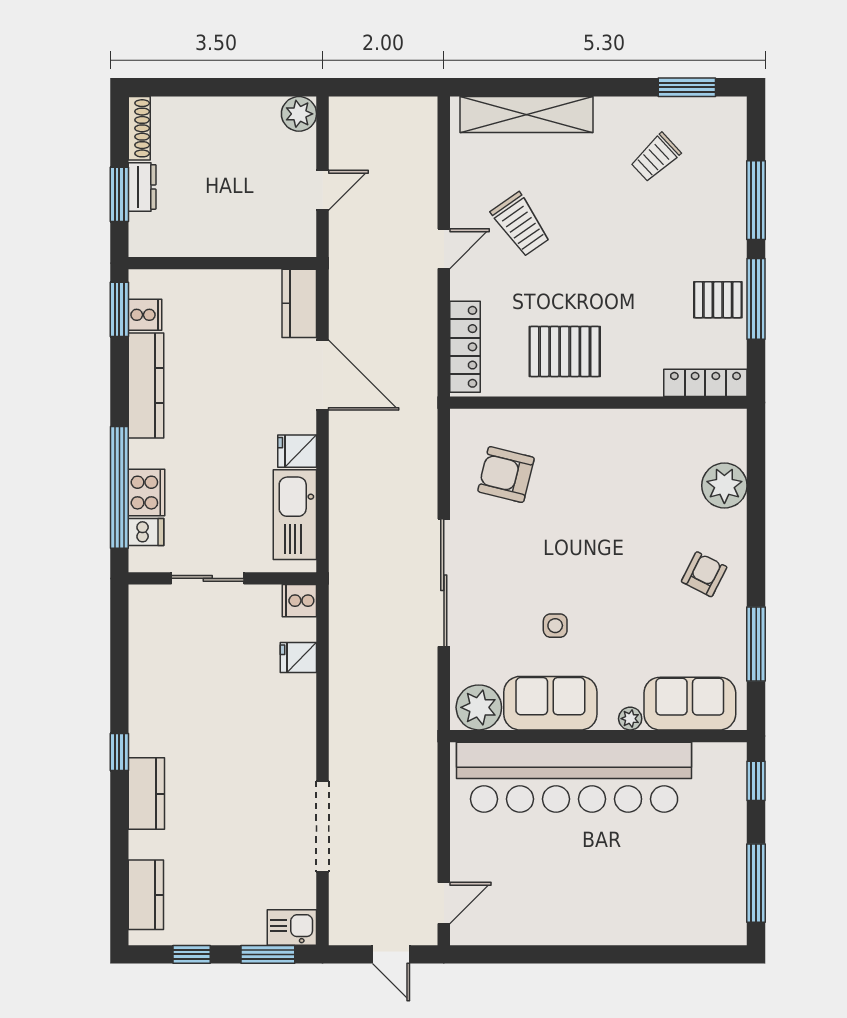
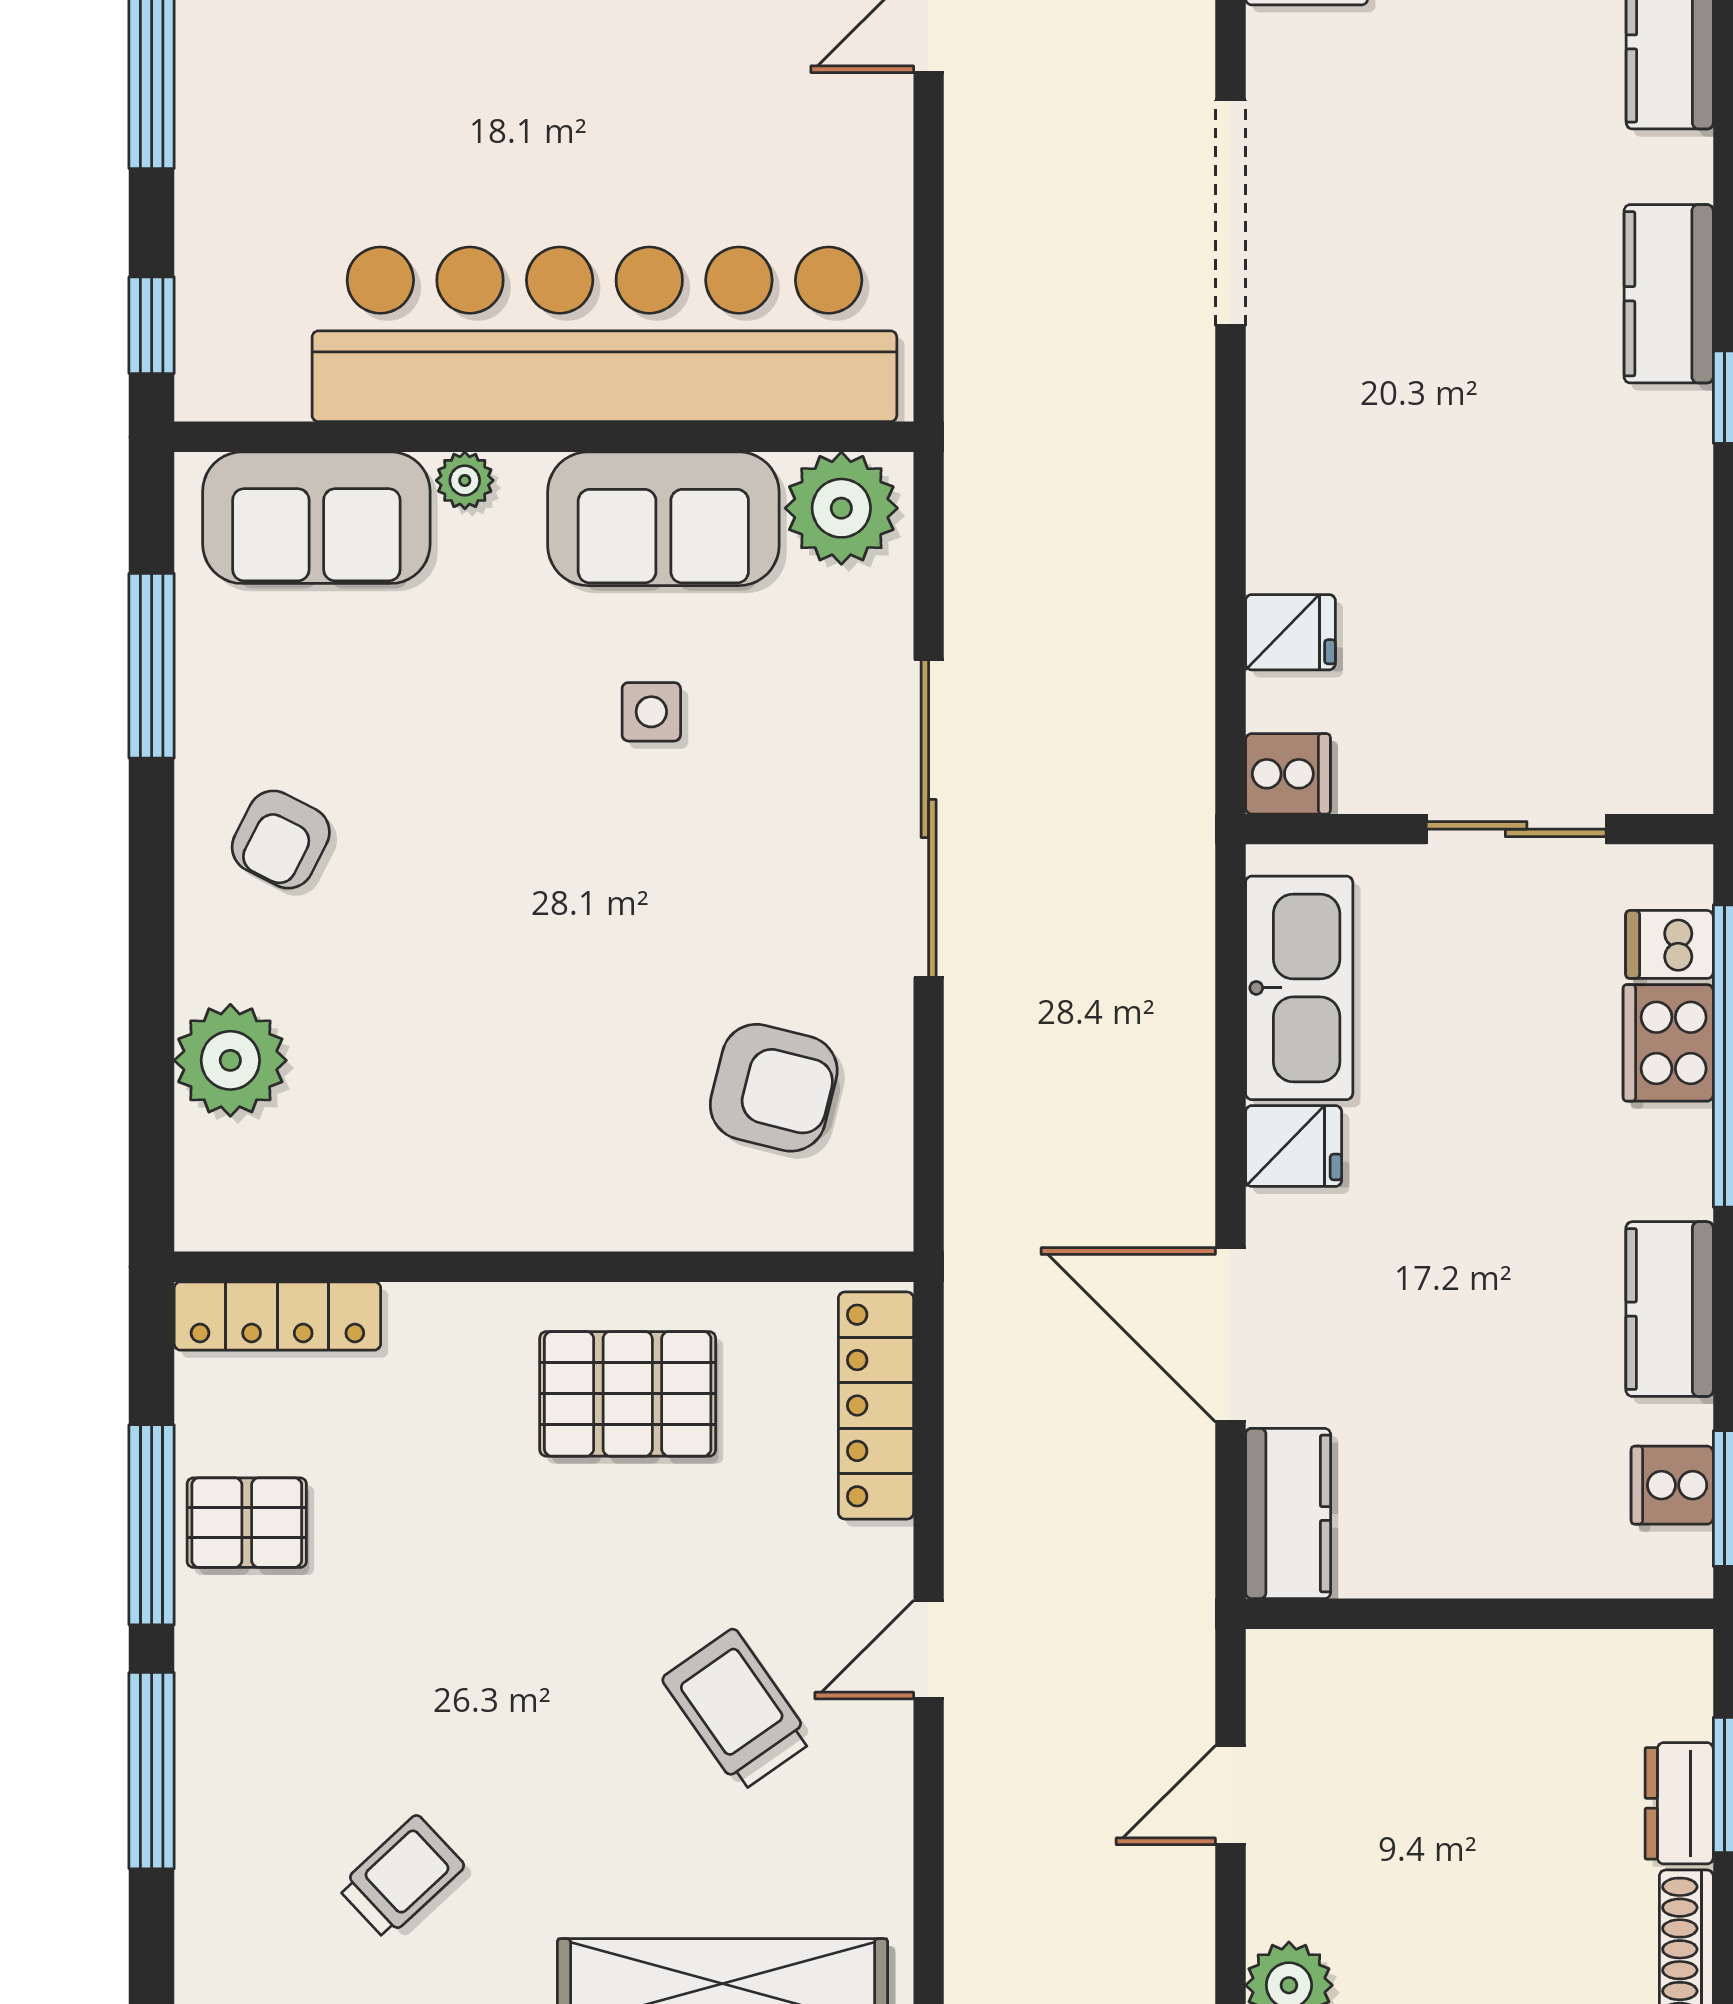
kitchen counter: (146, 386) -> (1670, 1309), width x0.67

